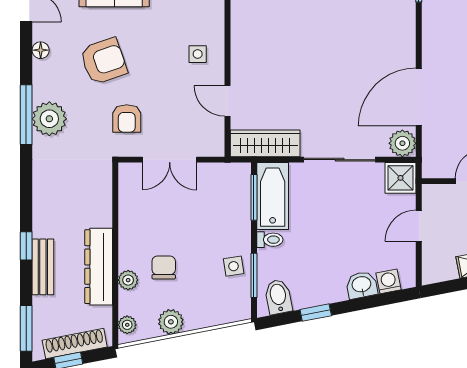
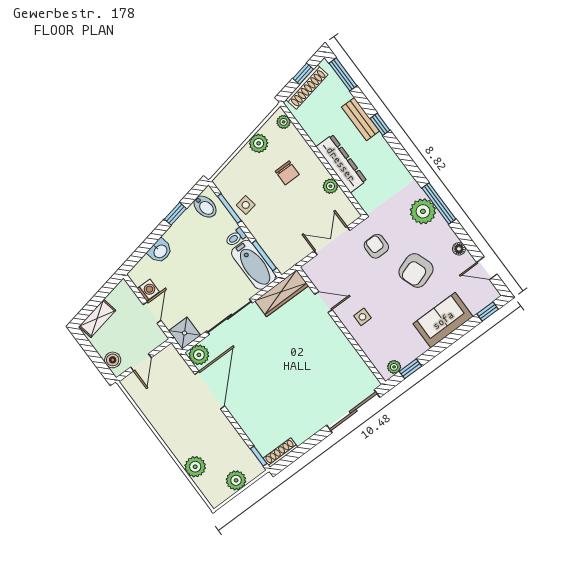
dresser: (99, 267) -> (341, 164), moved
plant: (128, 280) -> (330, 186), moved
washing machine: (388, 281) -> (148, 290), moved, turned -79

